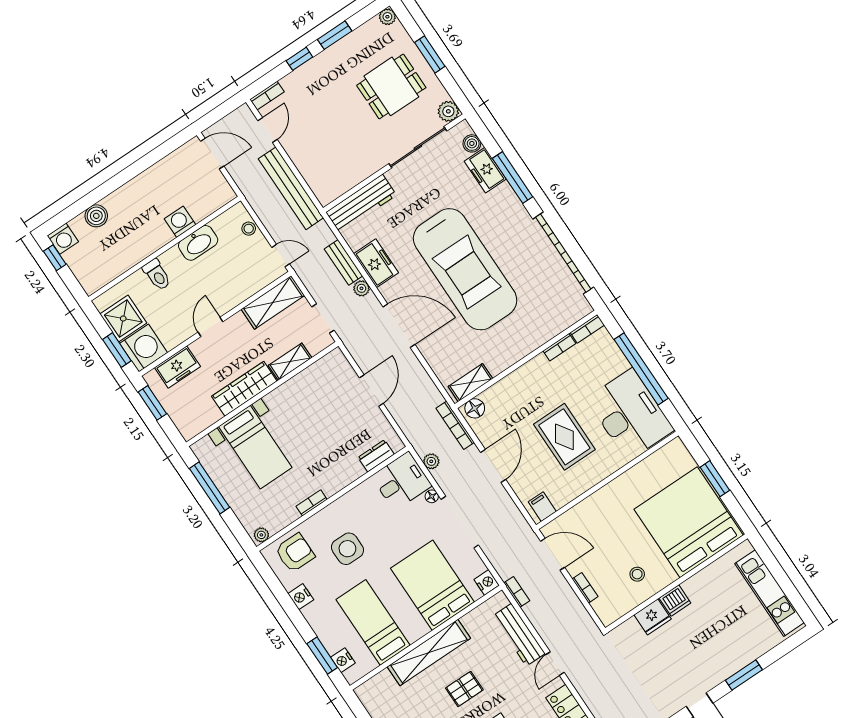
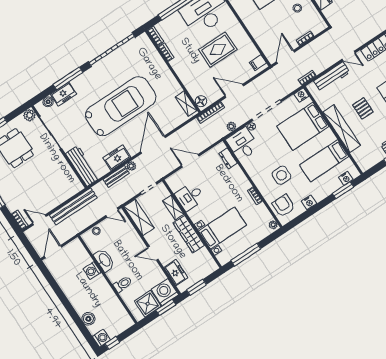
door: (281, 256) -> (112, 213), swing flipped
desk: (309, 390) -> (190, 197), added

